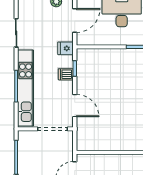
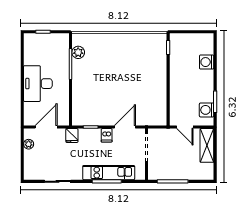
door: (75, 20) -> (46, 127), hinge flipped
dishwasher: (66, 74) -> (107, 135), moved
kitchen unit: (26, 88) -> (109, 173), width x0.73

